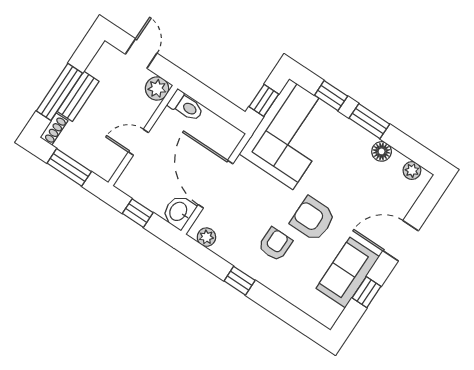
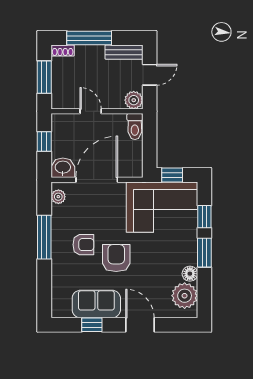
bench: (78, 96) -> (124, 52), moved
plant: (412, 171) -> (185, 296), width x1.88, depth x1.88
window: (240, 281) -> (44, 237), width x2.17

